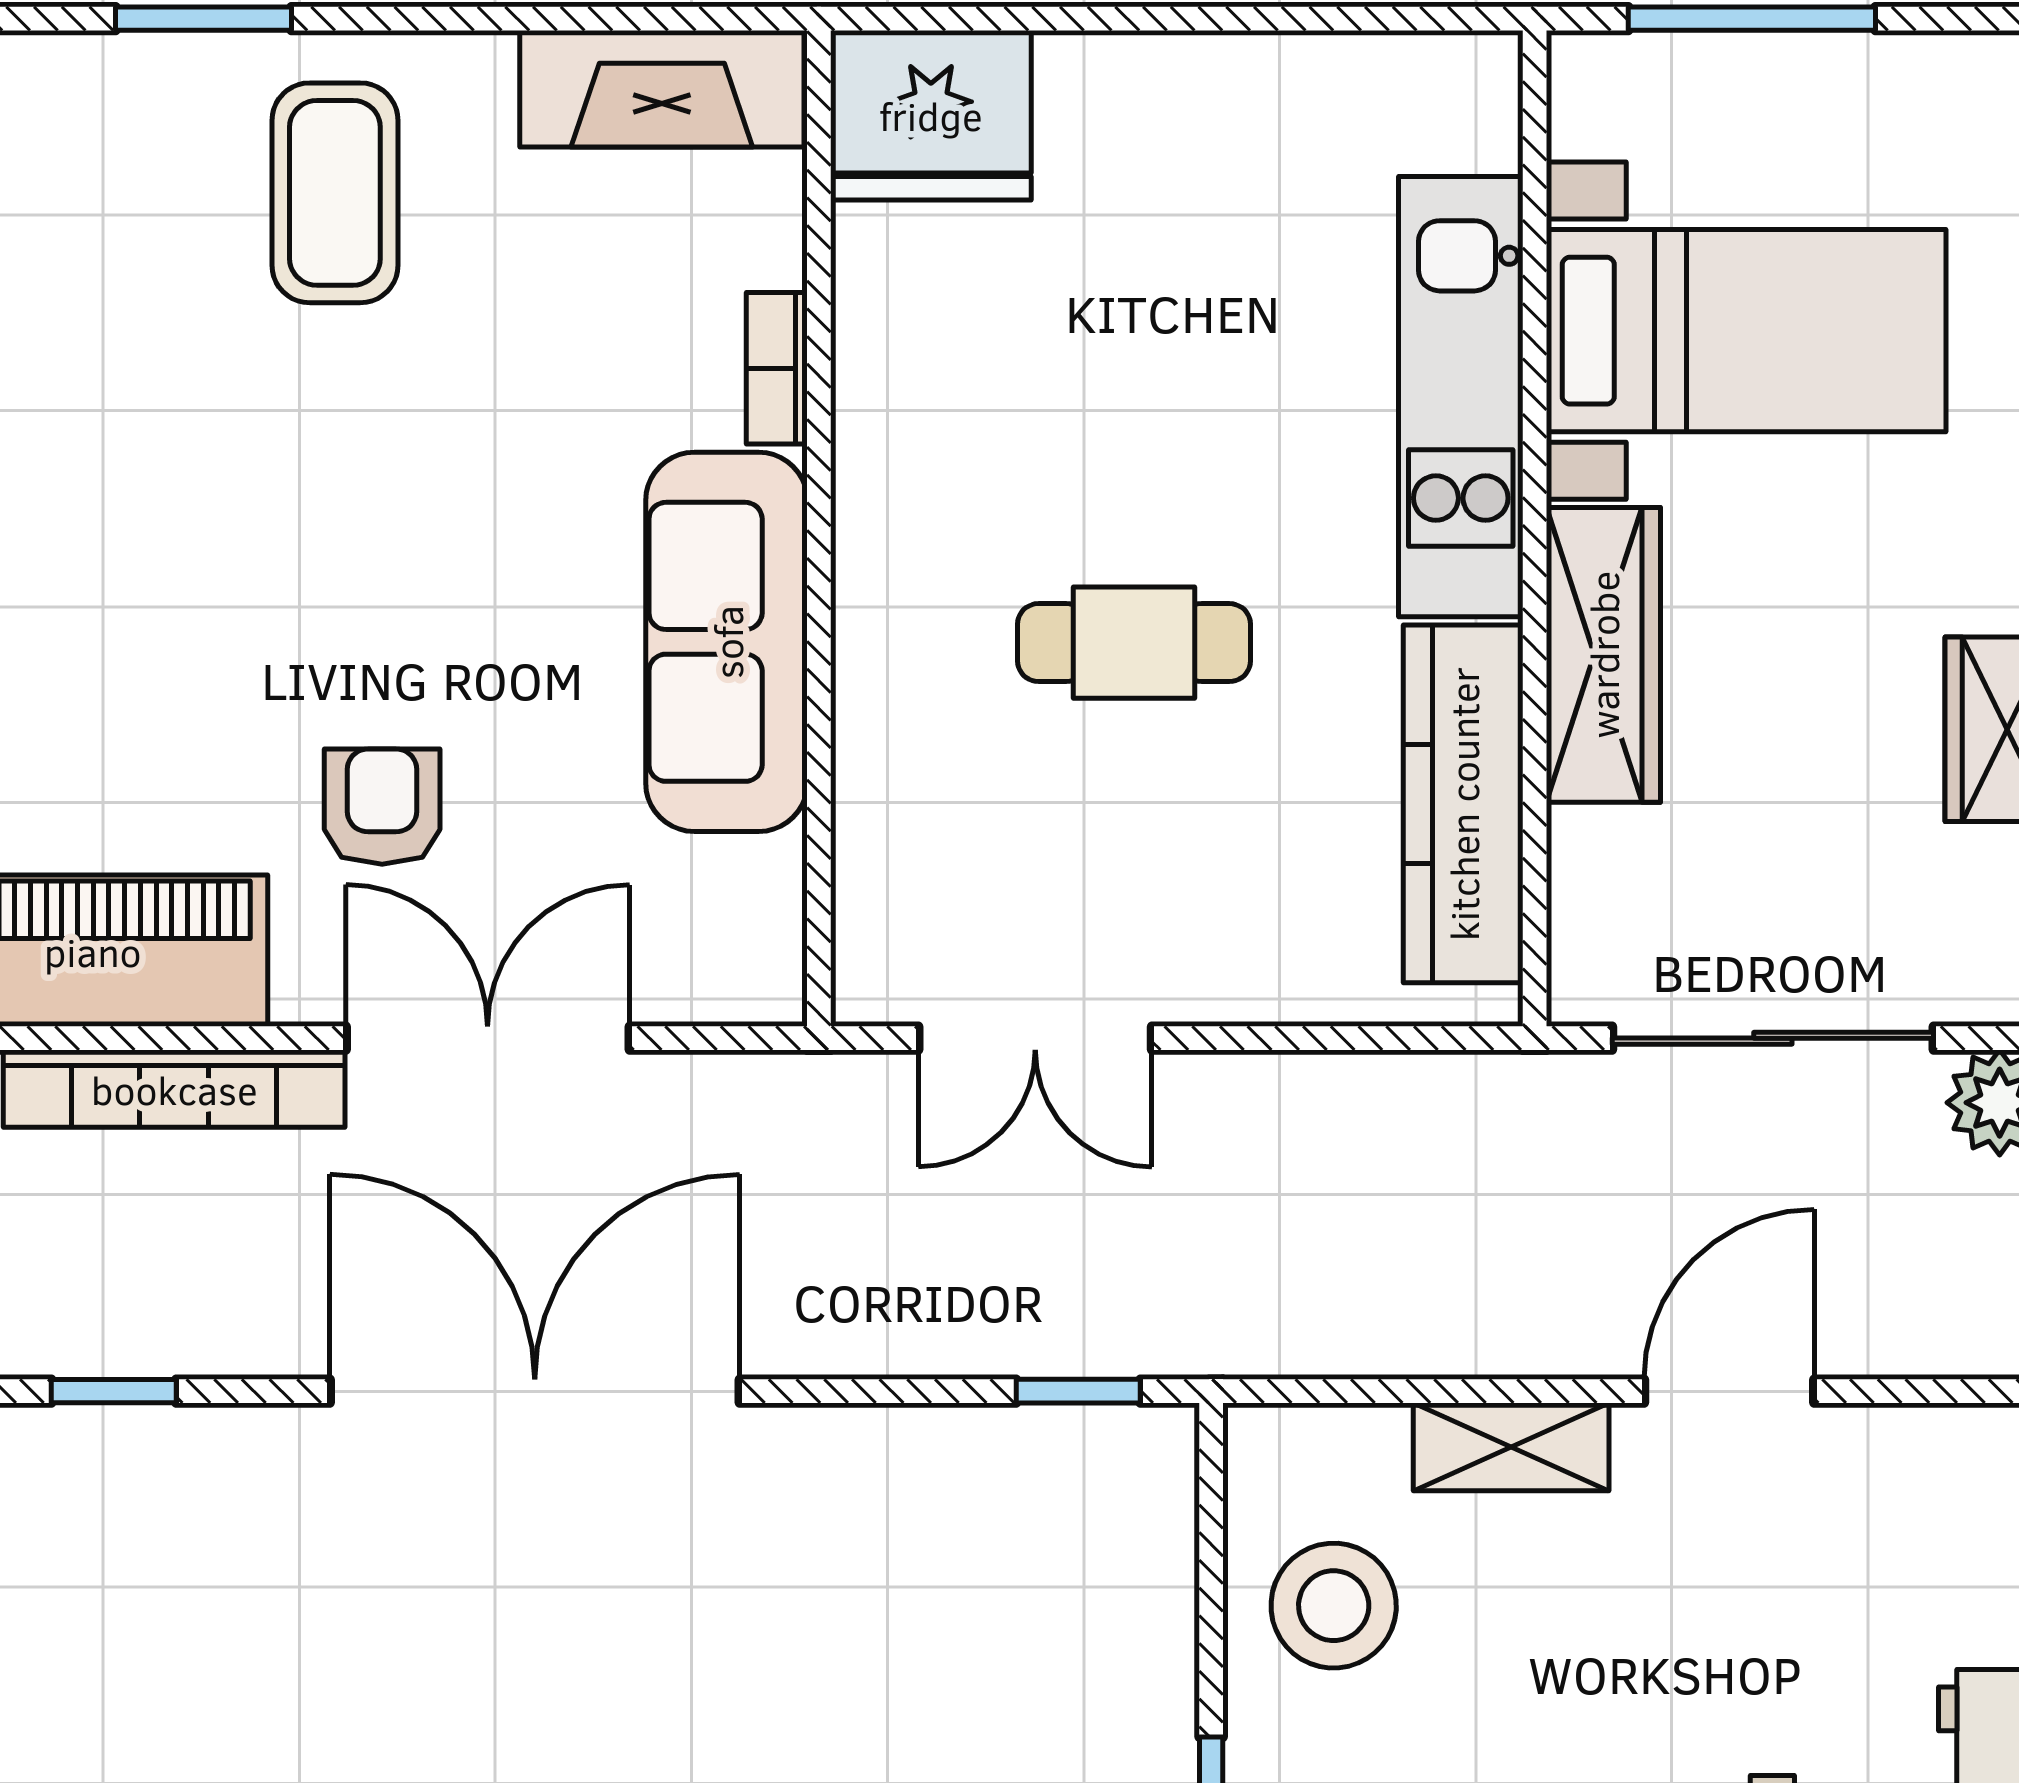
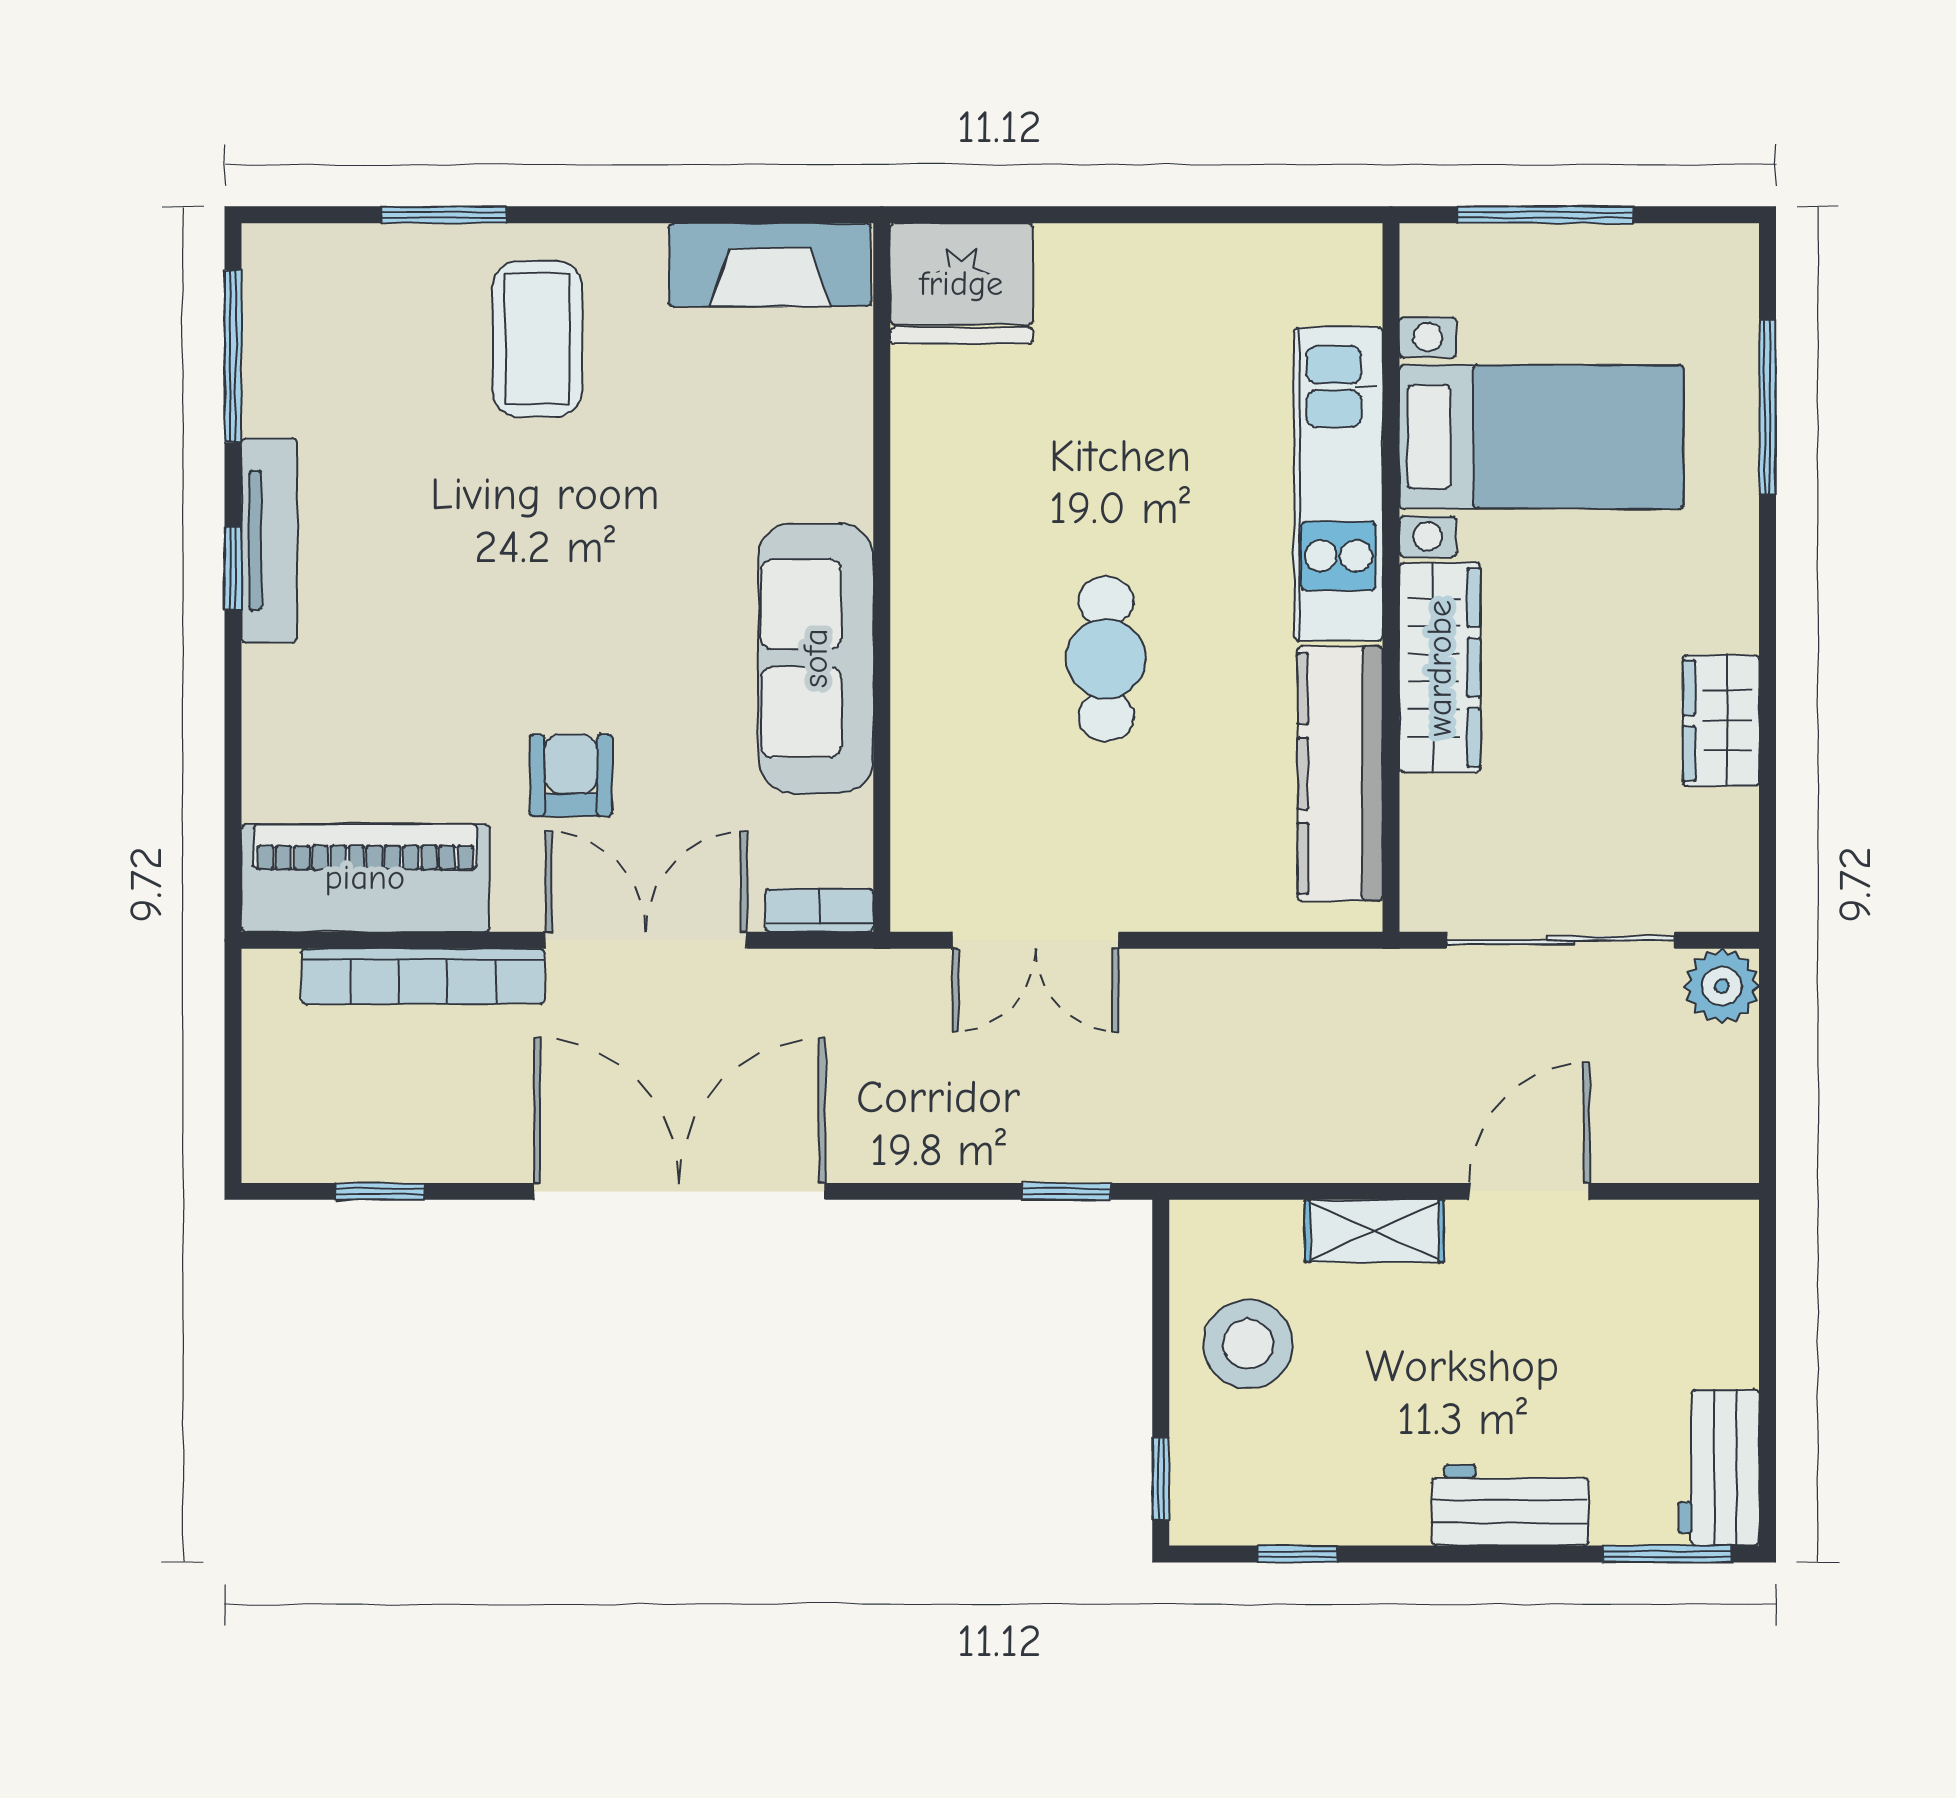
bookcase: (777, 368) -> (819, 910), moved, turned 90
cafe table: (1134, 643) -> (1106, 659), turned 90

